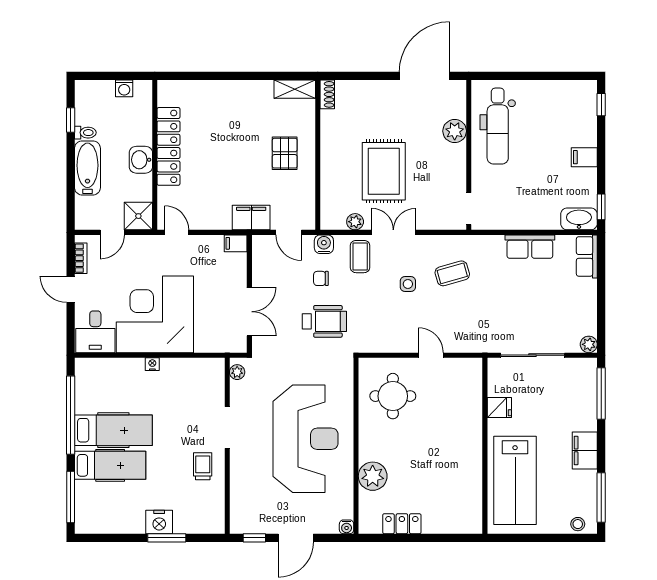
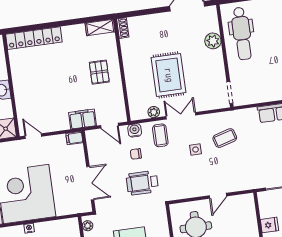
locker: (168, 146) -> (34, 38), moved, turned 90
wheelchair: (324, 321) -> (142, 183), turned 180
door: (431, 355) -> (218, 196), swing flipped

